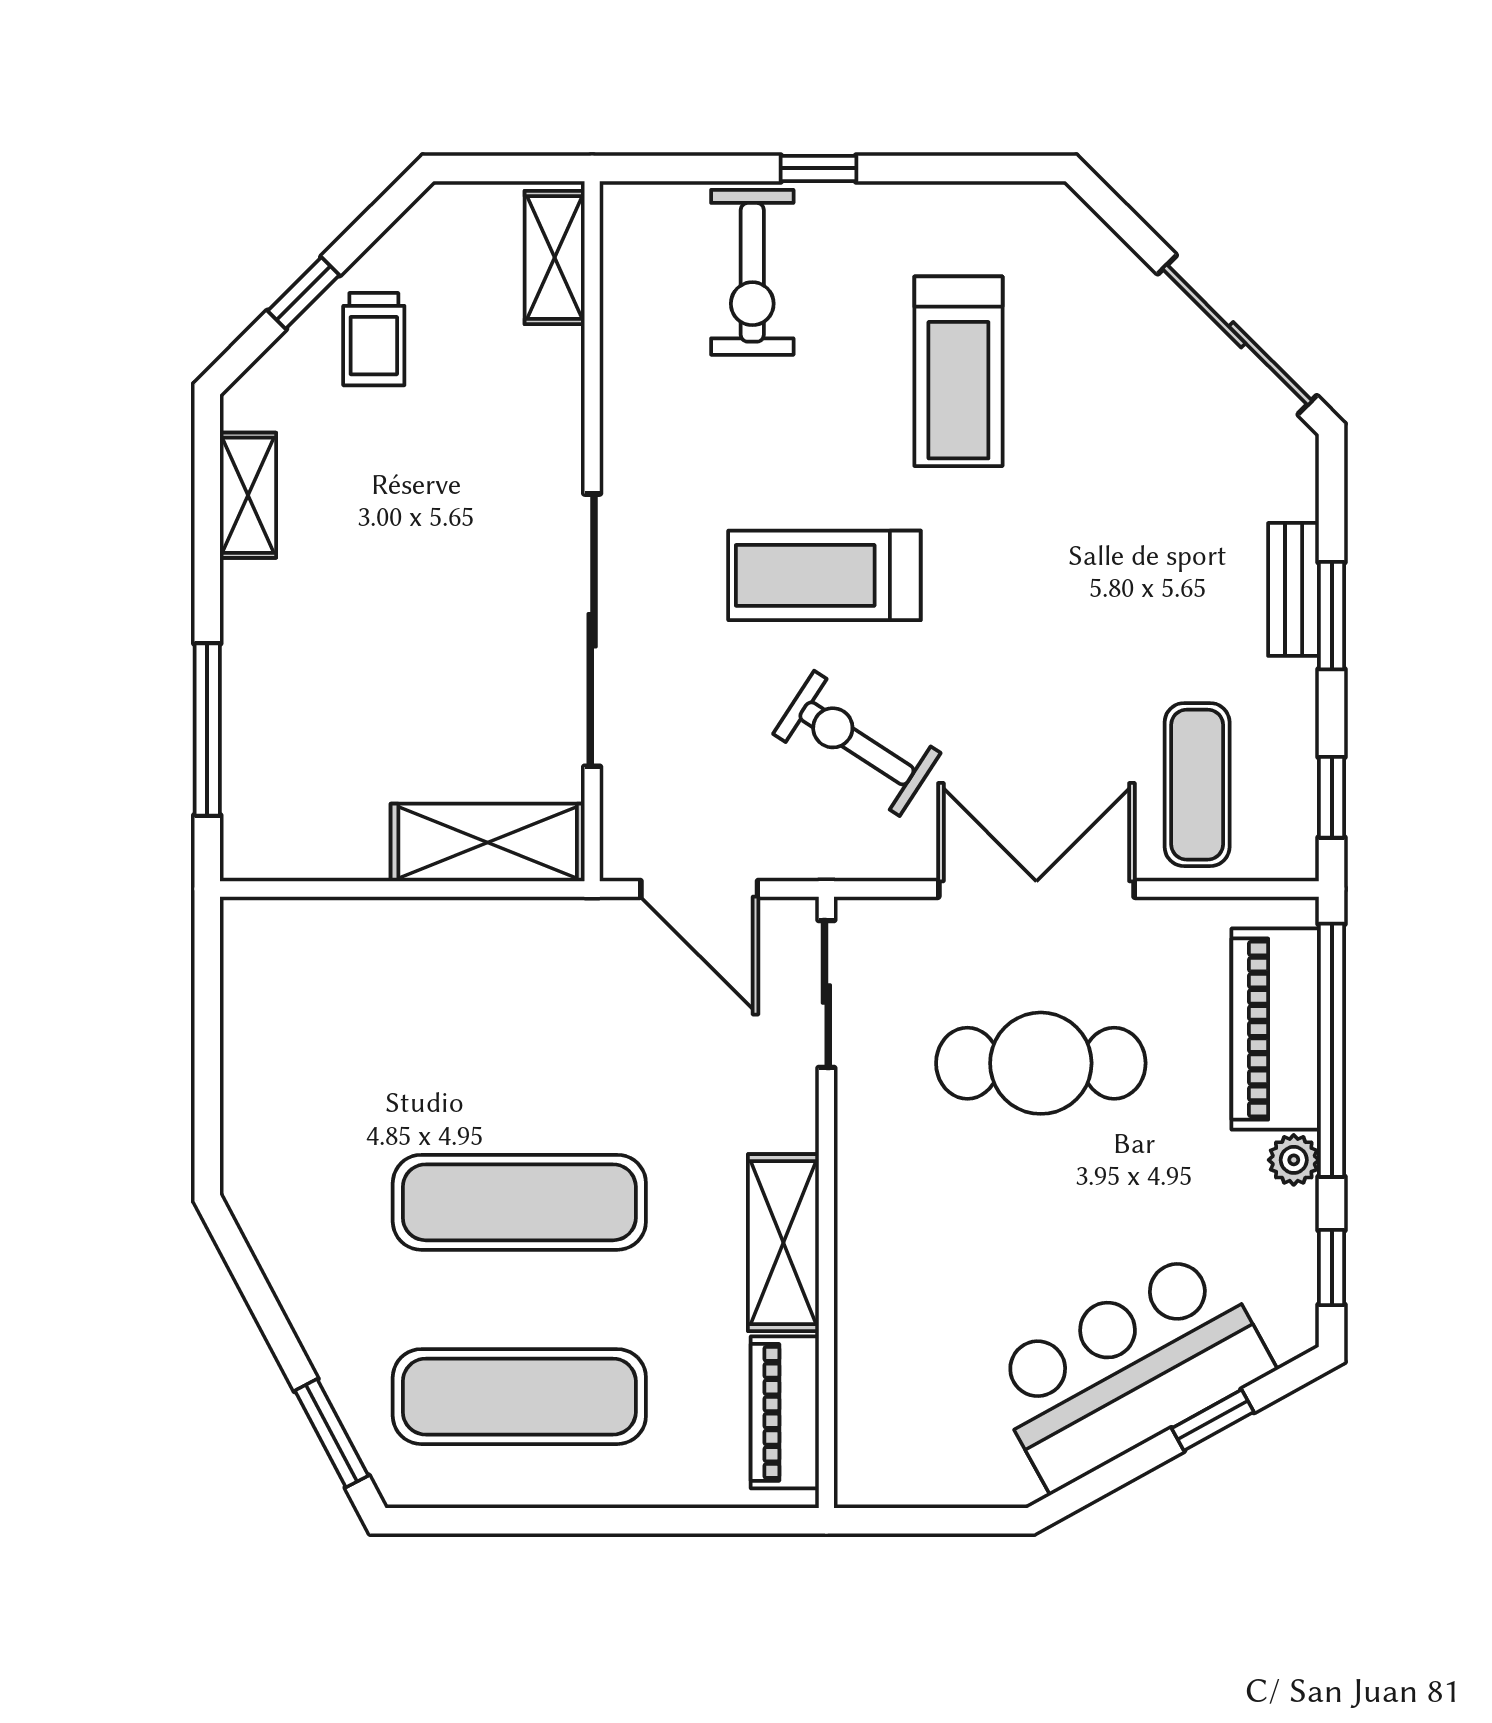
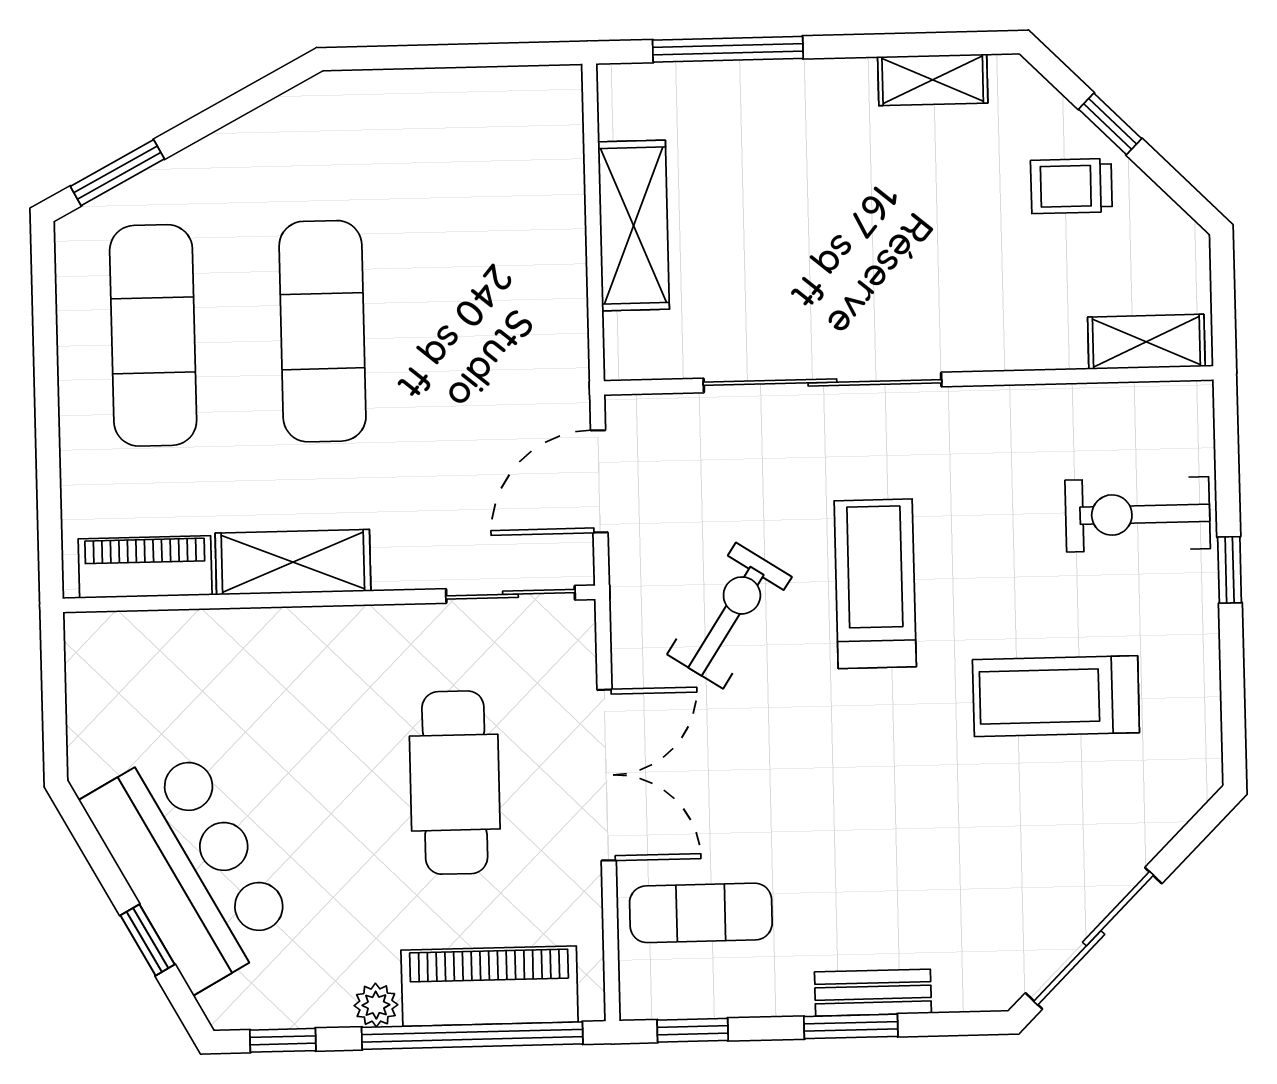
shelving: (488, 843) -> (634, 225), moved

